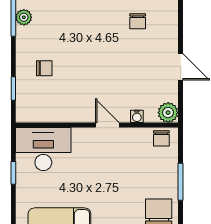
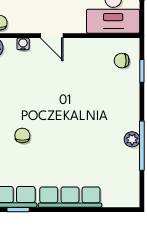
chair: (44, 68) -> (122, 61), moved

